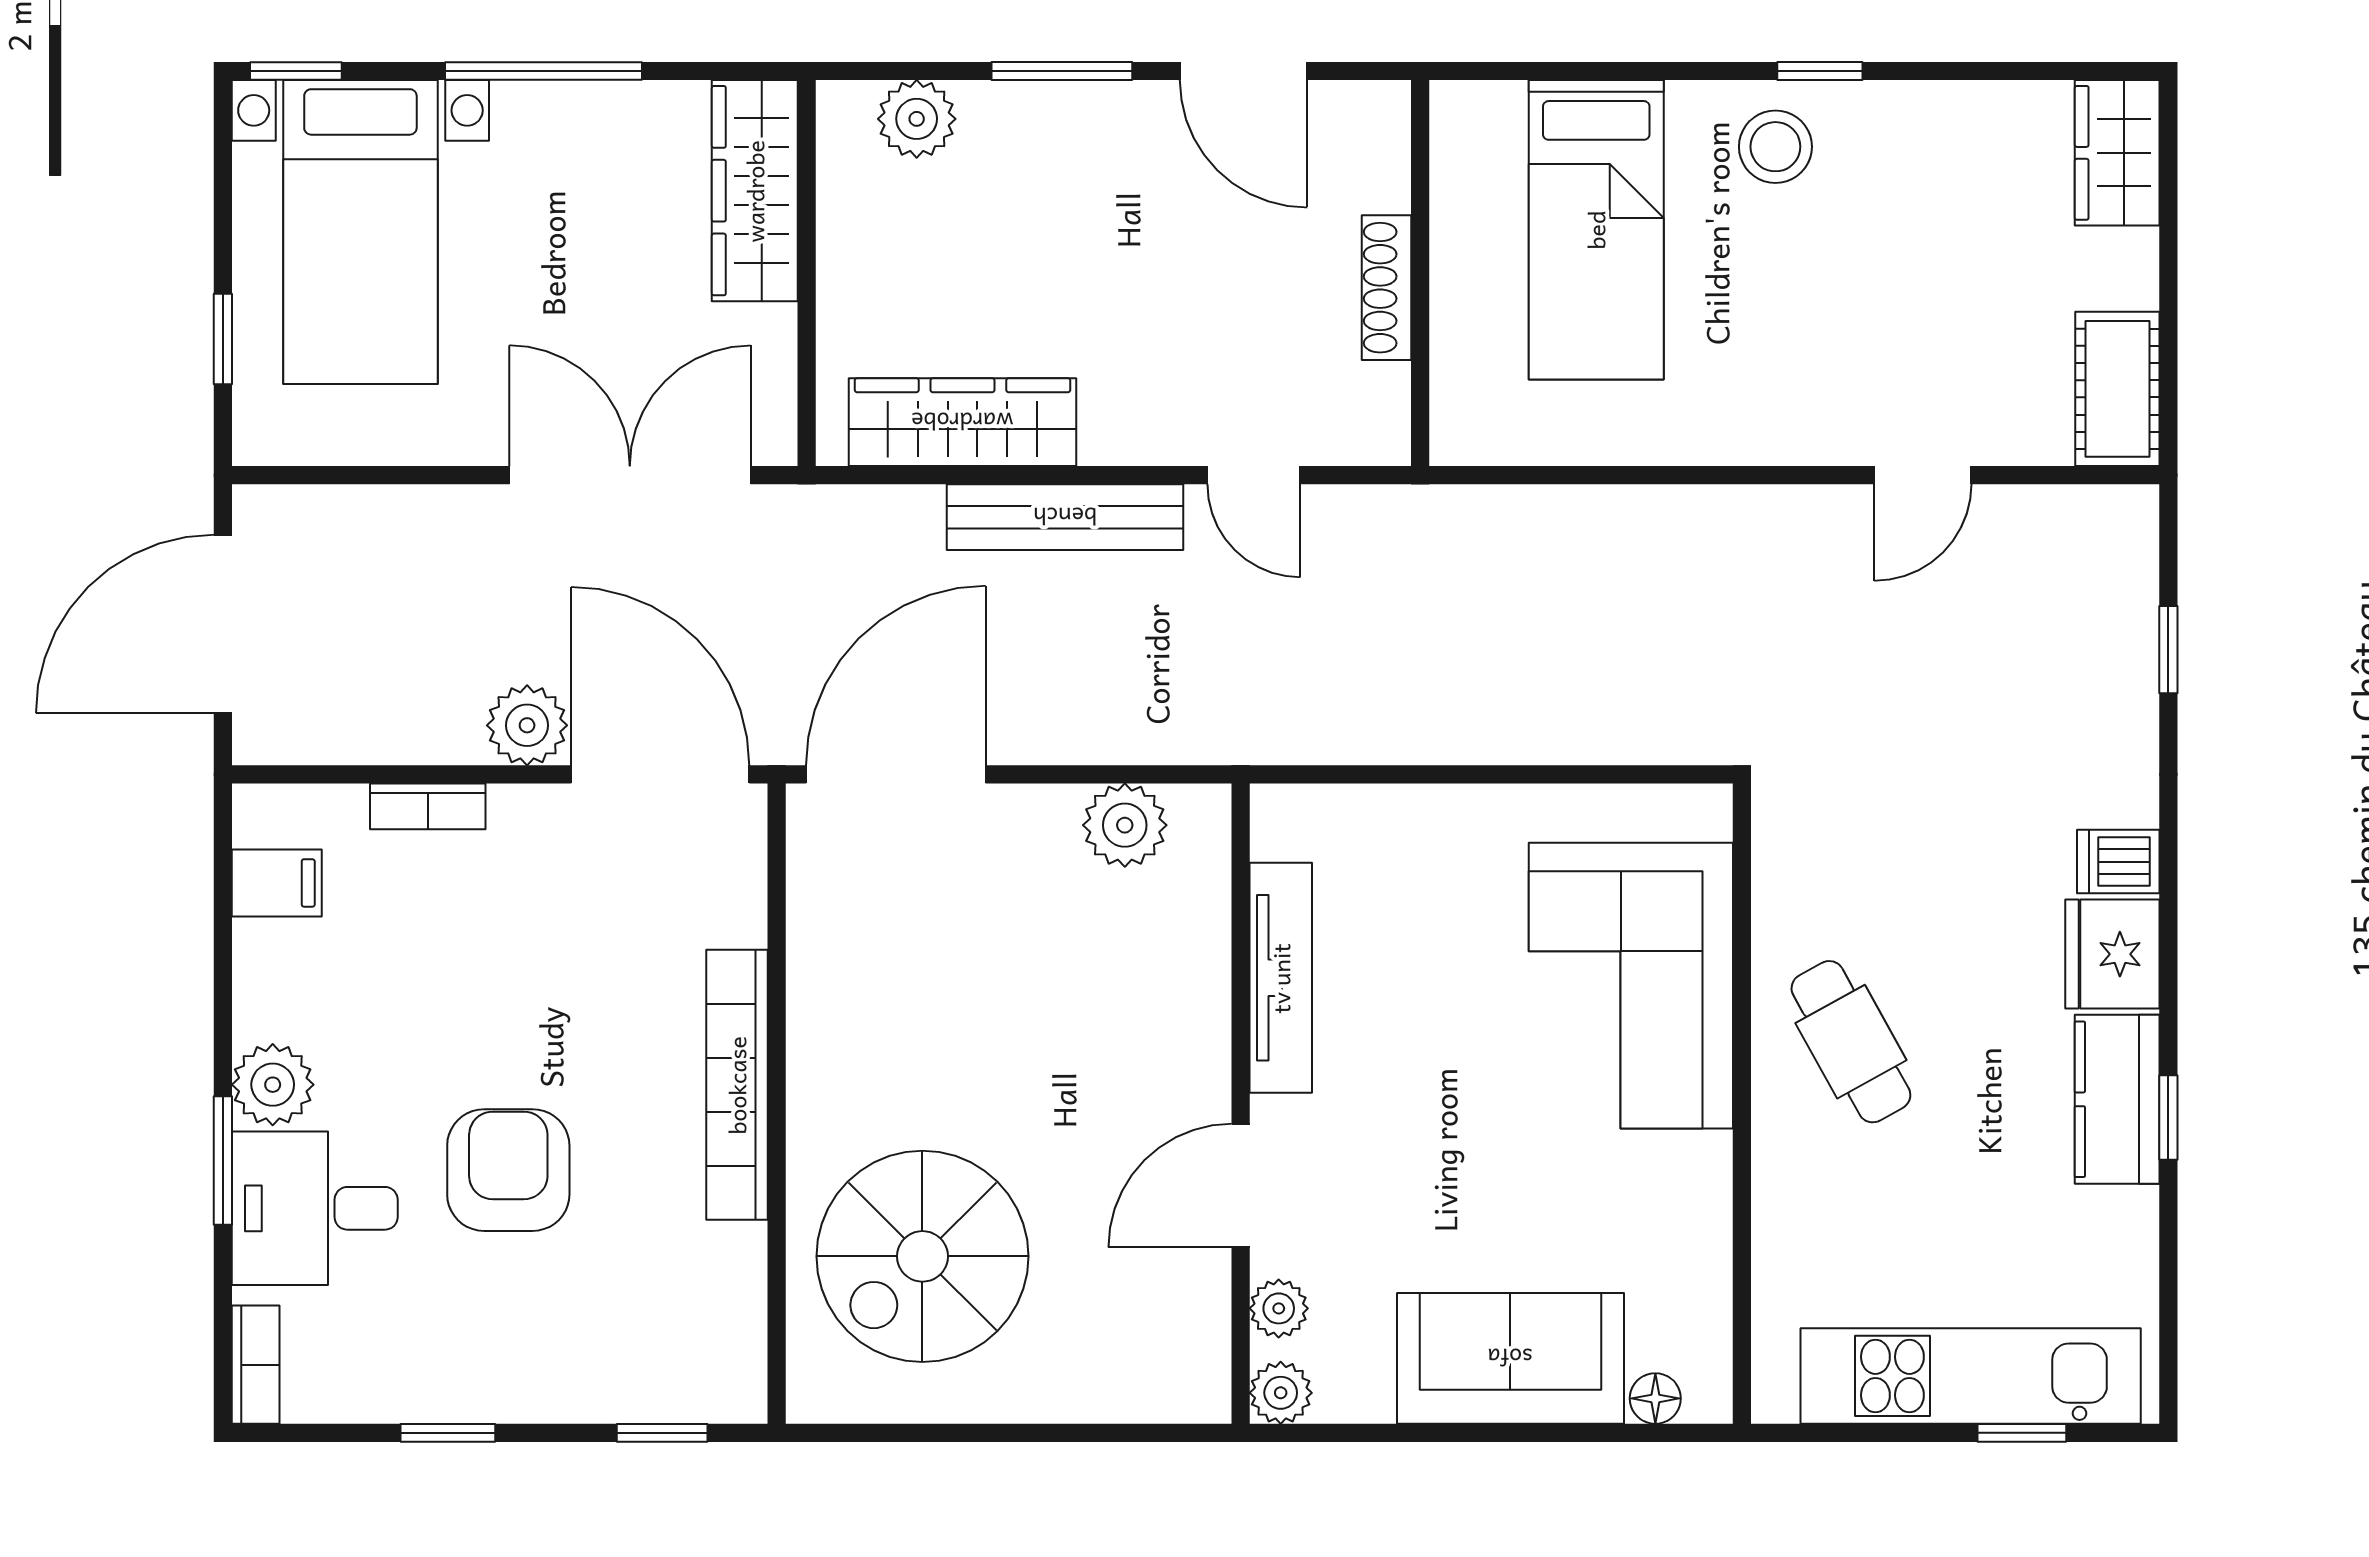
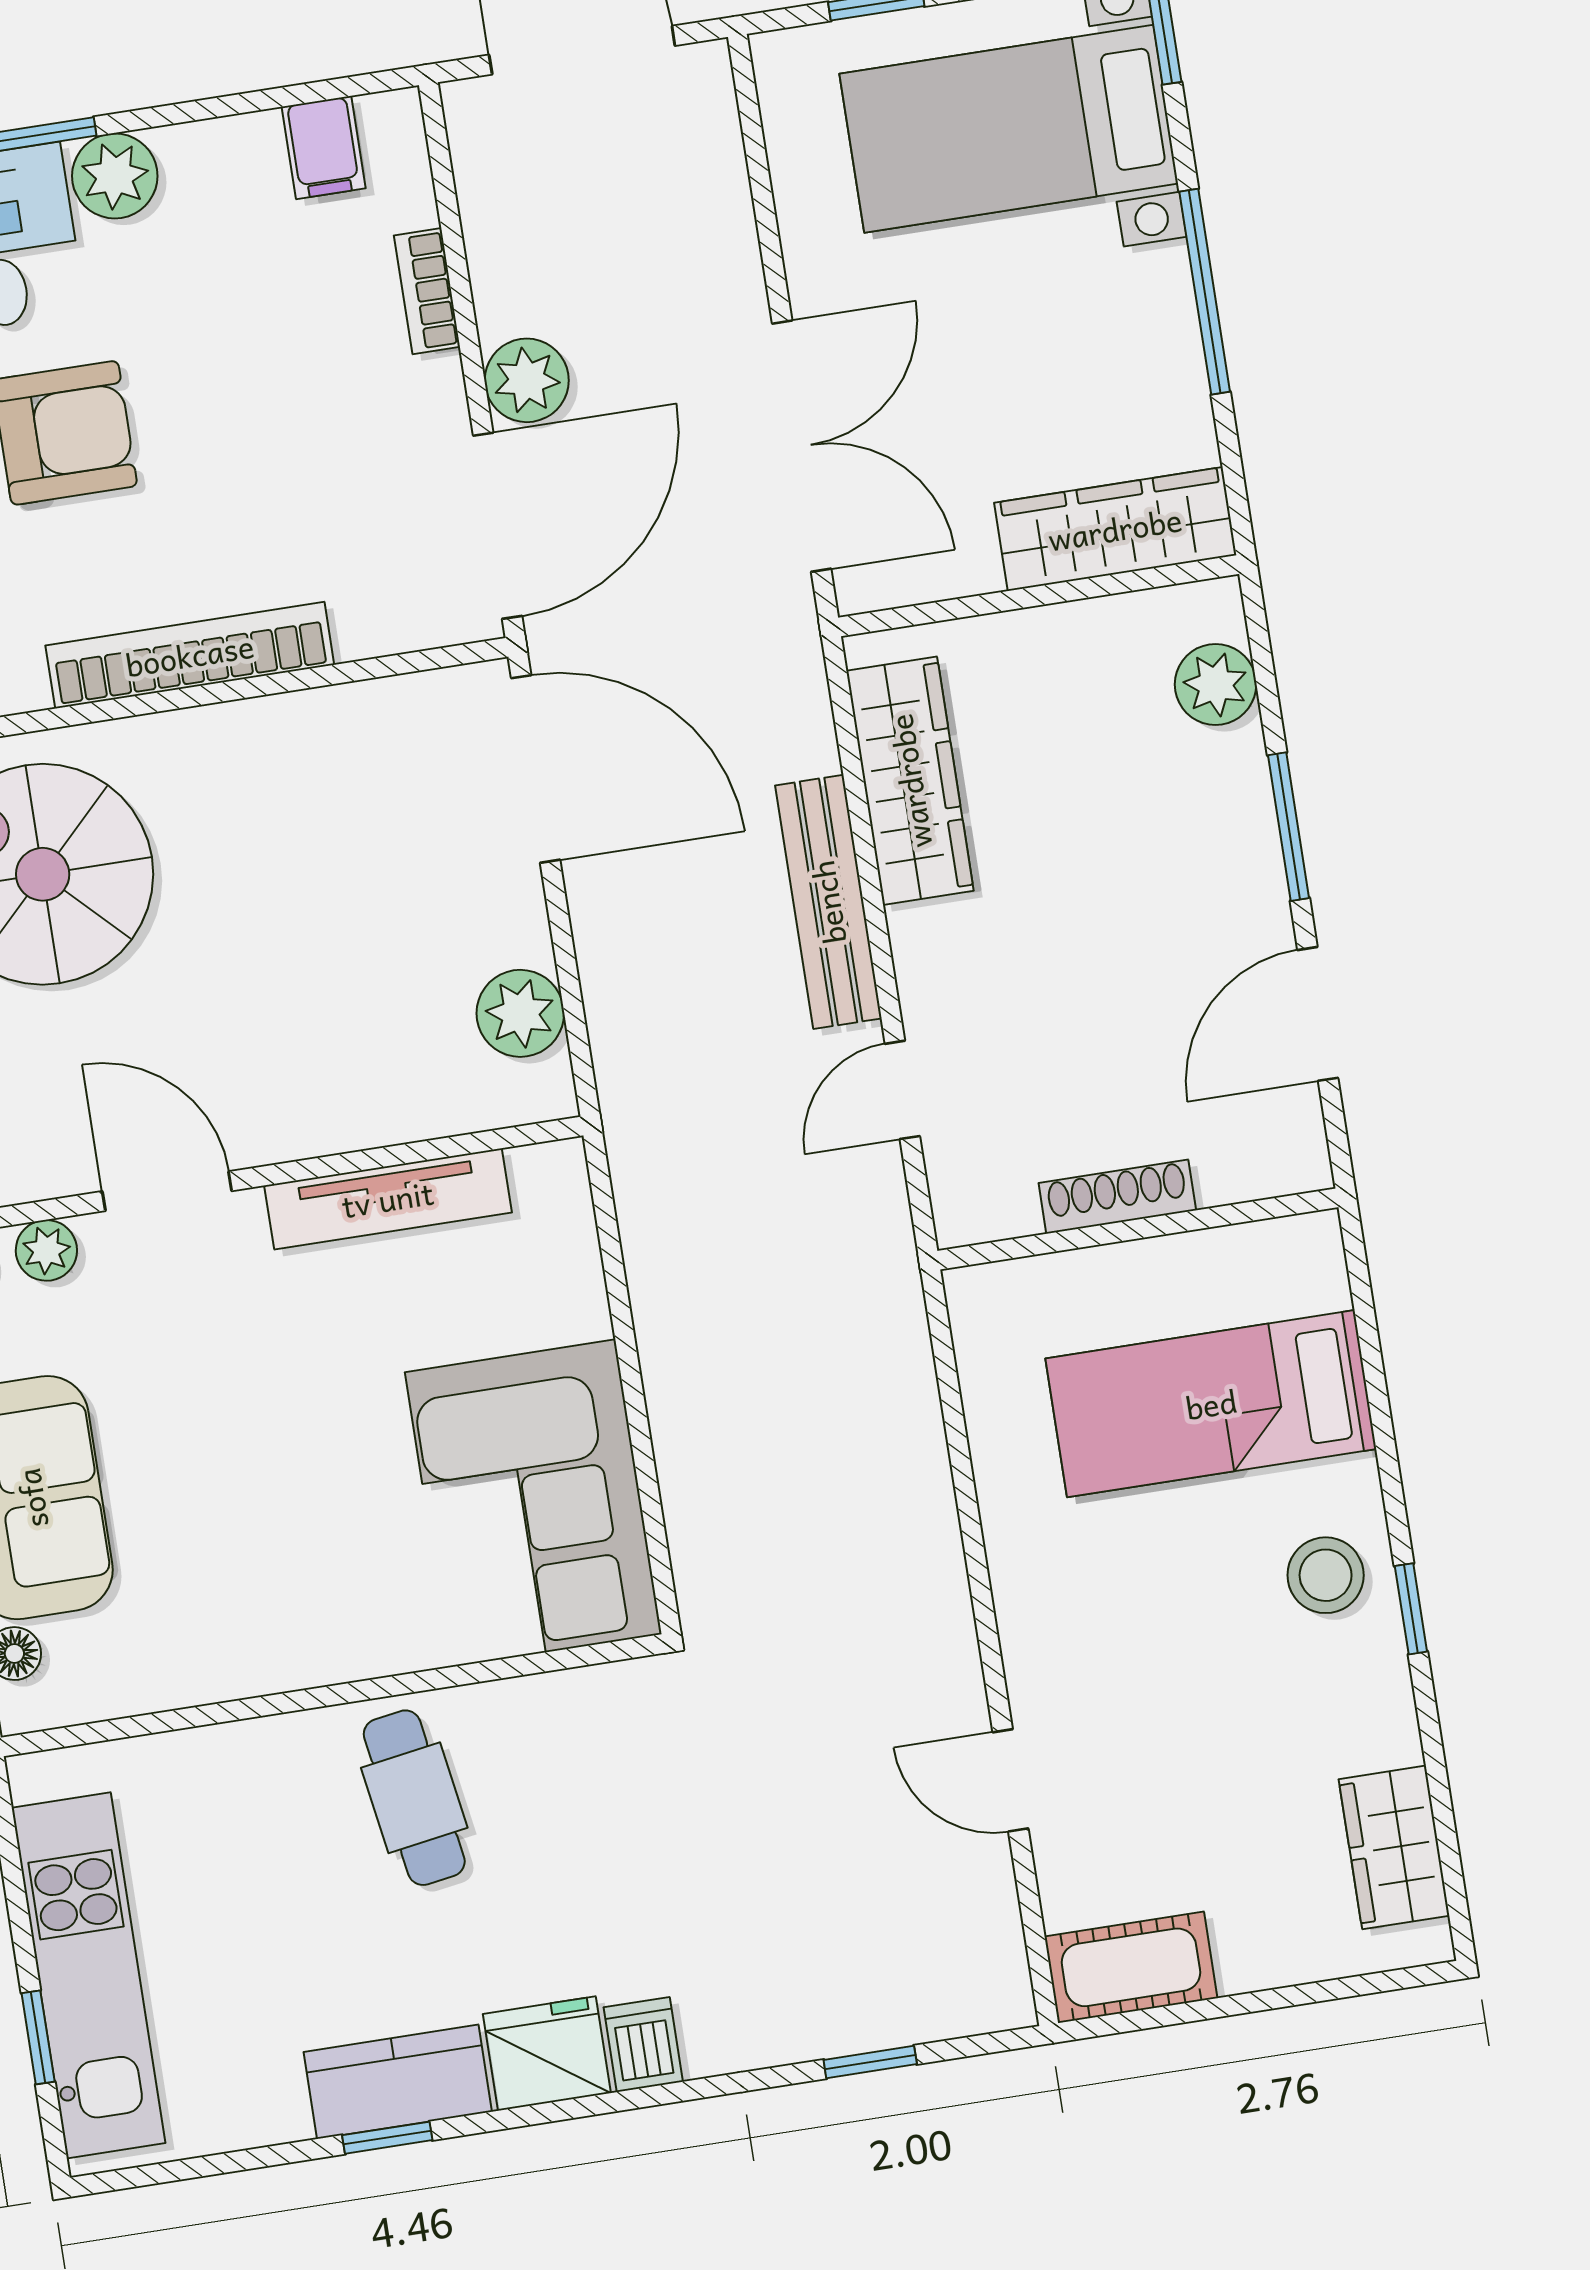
wardrobe: (2117, 153) -> (1394, 1847), moved, turned -90
corner sofa: (1631, 986) -> (533, 1503), moved, turned -90
cafe table: (1851, 1042) -> (414, 1798), turned -70

